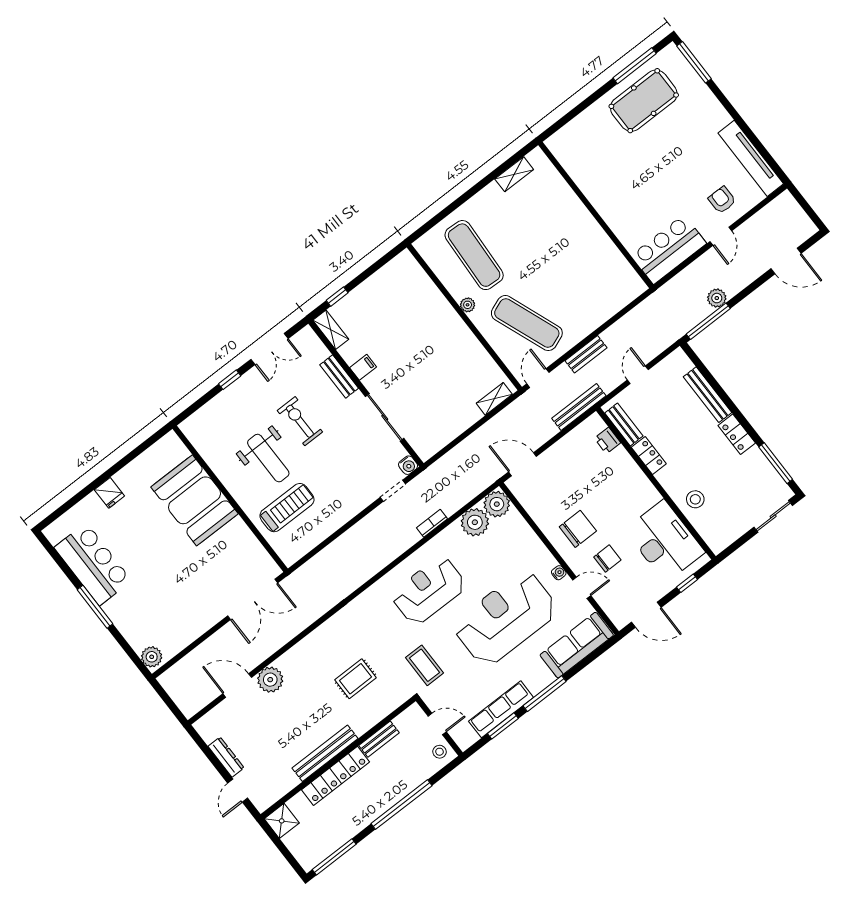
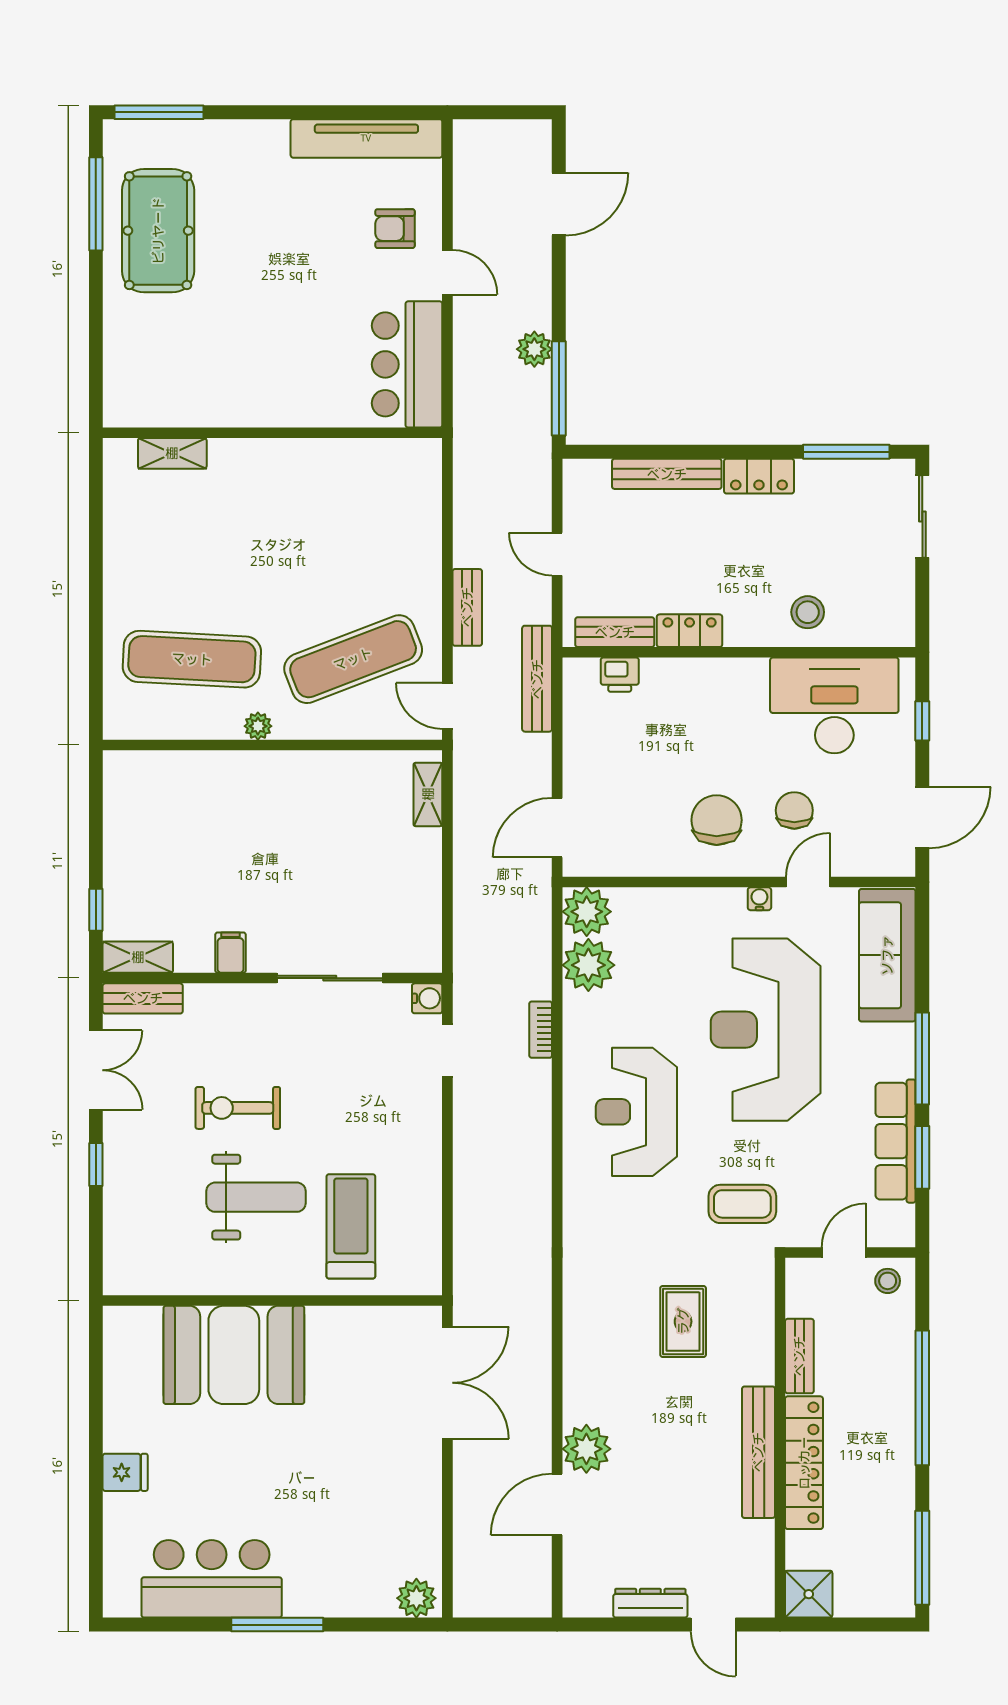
shelving: (514, 174) -> (172, 453), moved, turned 90
bench: (339, 376) -> (143, 998), moved

